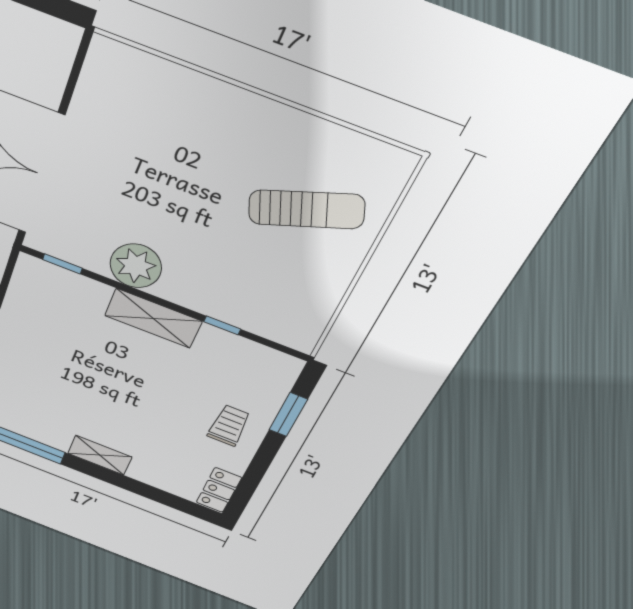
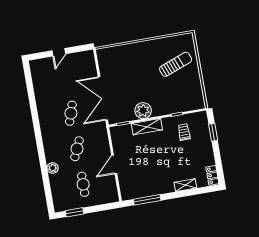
shelving: (153, 318) -> (147, 127), moved
trolley: (229, 426) -> (184, 132), moved
shelving: (100, 455) -> (185, 185), moved

